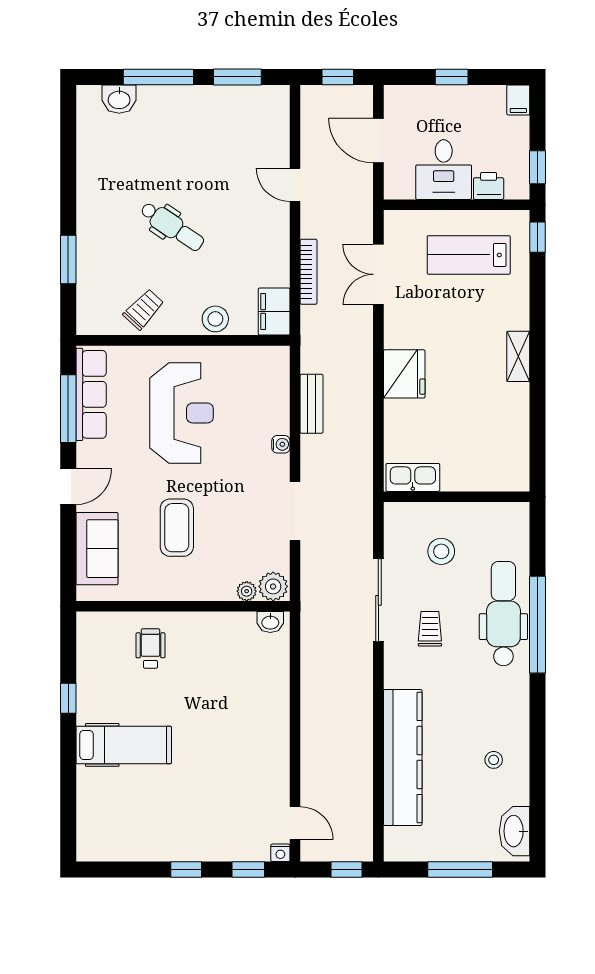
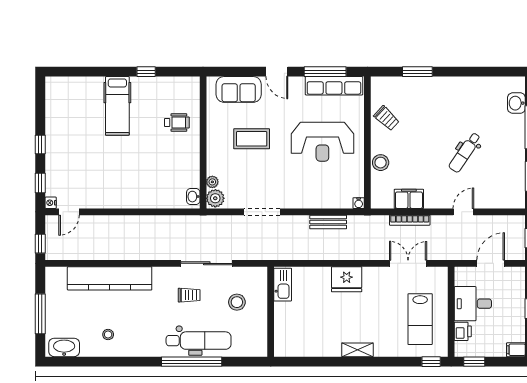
dental chair: (172, 227) -> (465, 152), moved
lab bench: (469, 255) -> (420, 319), turned 180
filing cabinet: (274, 312) -> (409, 199), moved
water cooler: (281, 444) -> (359, 203), moved

